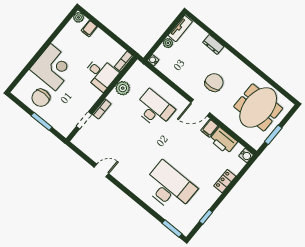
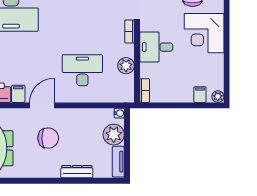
plant: (168, 43) -> (114, 135), width x1.87, depth x1.87
dresser: (213, 44) -> (77, 172), width x1.44
desk: (101, 74) -> (156, 47), moved
chair: (214, 83) -> (48, 138), turned -82
desk: (154, 109) -> (82, 70), turned 180

